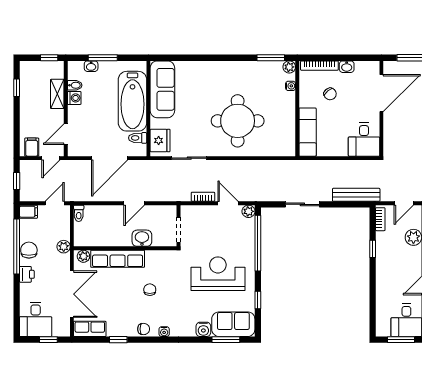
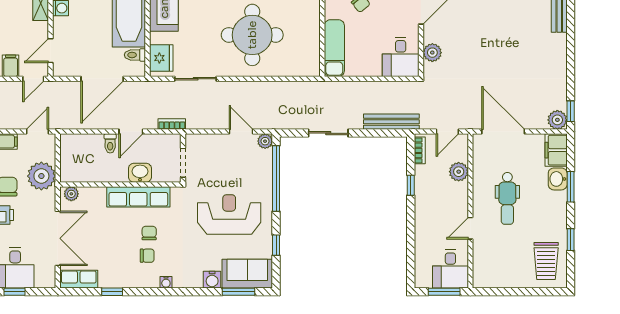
plant: (391, 136) -> (432, 53), added
bookcase: (203, 197) -> (172, 124), moved
toilet: (79, 213) -> (110, 143), moved
plant: (64, 247) -> (41, 176), width x1.87, depth x1.87
row of seats: (118, 259) -> (138, 197), moved
chair: (144, 329) -> (147, 256), moved
window: (48, 340) -> (14, 292), moved

